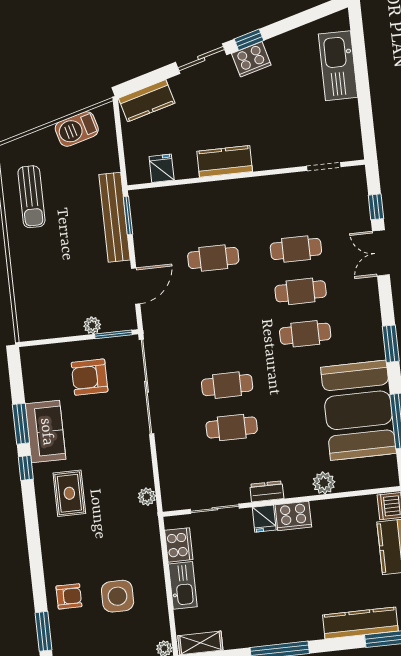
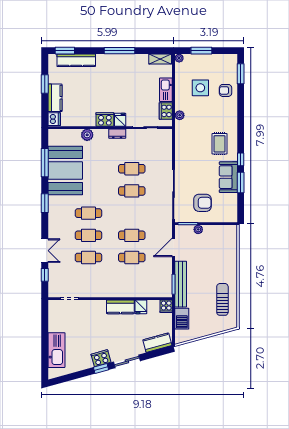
barbecue: (77, 129) -> (182, 319), moved, turned 105
fridge: (162, 168) -> (141, 307), moved
cooker: (137, 172) -> (166, 306), added
cafe table: (218, 300) -> (132, 235), added
plant: (147, 497) -> (180, 115), moved

